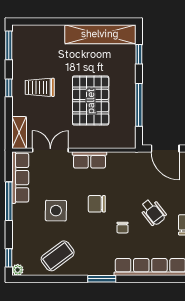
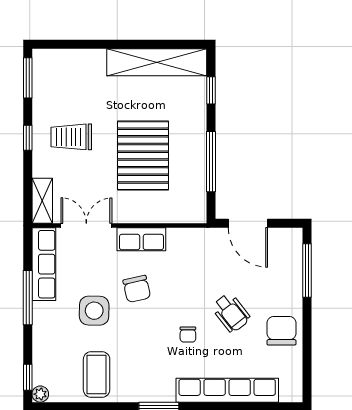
chair: (97, 204) -> (137, 289), moved, turned -103
coffee table: (58, 256) -> (97, 374), turned -53

